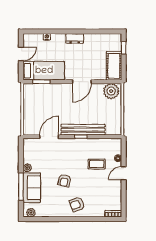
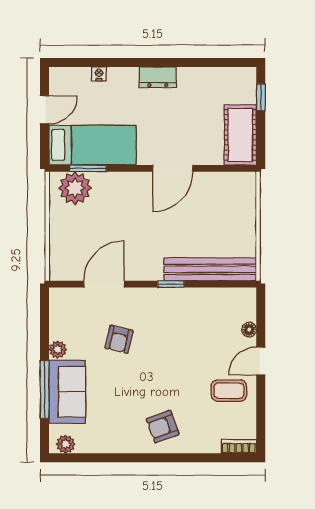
plant: (111, 91) -> (75, 188), moved
bench: (83, 130) -> (210, 269), moved
coffee table: (97, 164) -> (229, 391), moved
armchair: (64, 181) -> (119, 339), moved

